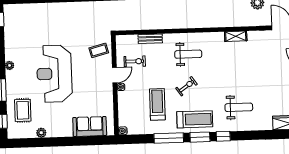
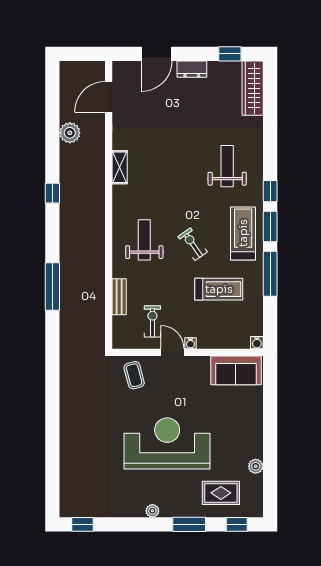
reception desk: (54, 74) -> (167, 443), turned 180
treadmill: (157, 104) -> (219, 289), turned 180
sofa: (90, 126) -> (236, 370), moved, turned -90

